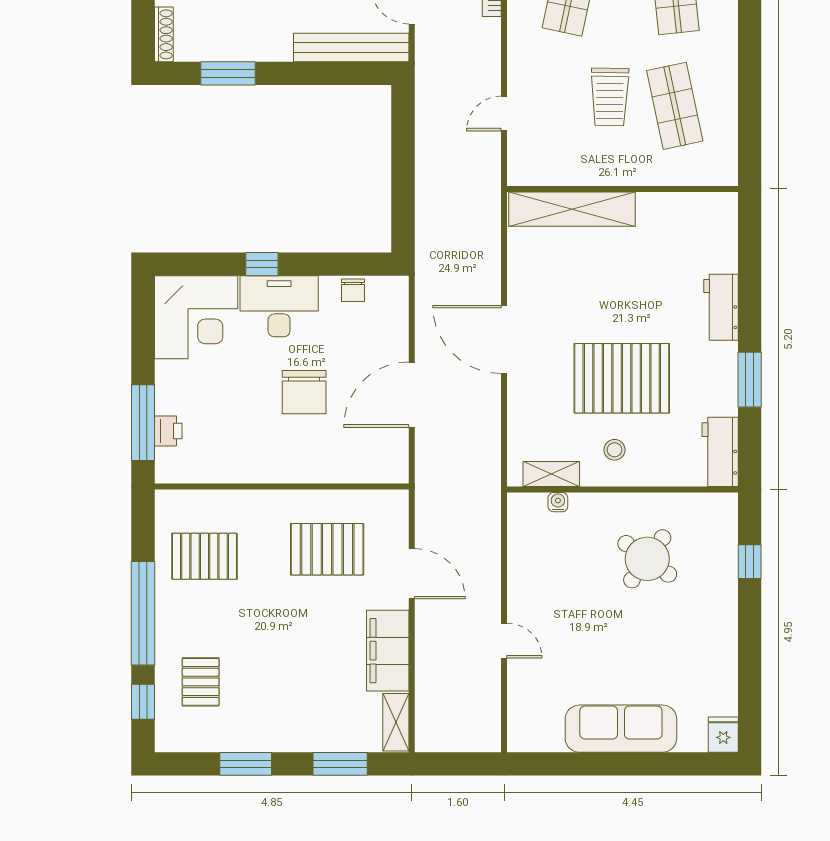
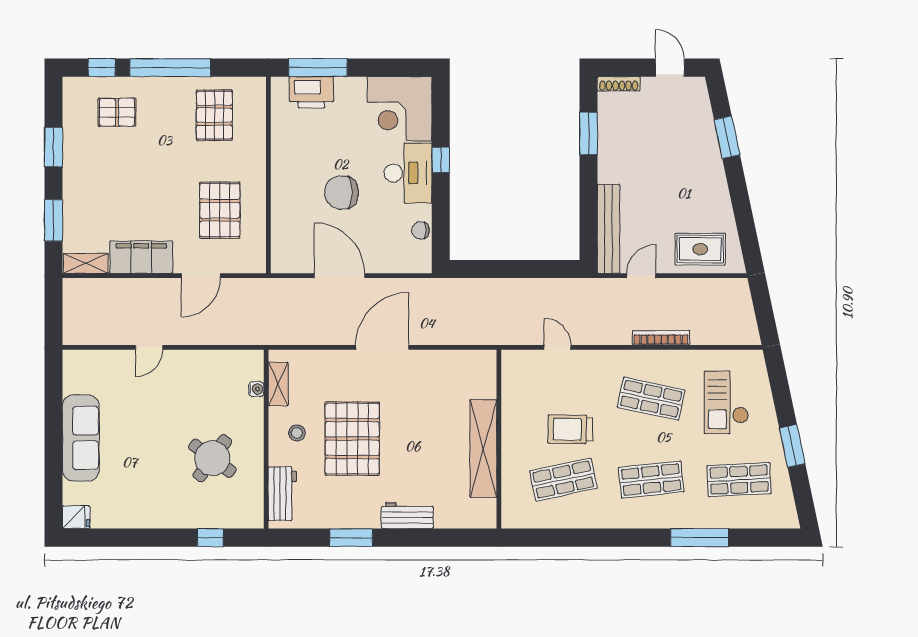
shelving: (572, 209) -> (483, 449), moved
printer: (168, 431) -> (311, 92), width x1.87, depth x1.48
workbench: (720, 452) -> (282, 494), moved, turned 90

